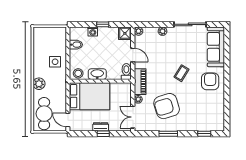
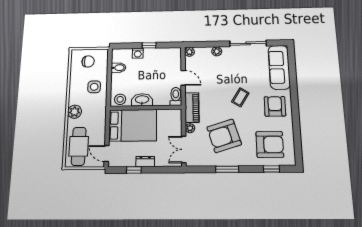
shower: (125, 33) -> (174, 54), removed
chair: (49, 38) -> (88, 61), added
armchair: (204, 114) -> (270, 144), added
window: (103, 134) -> (134, 170), moved

